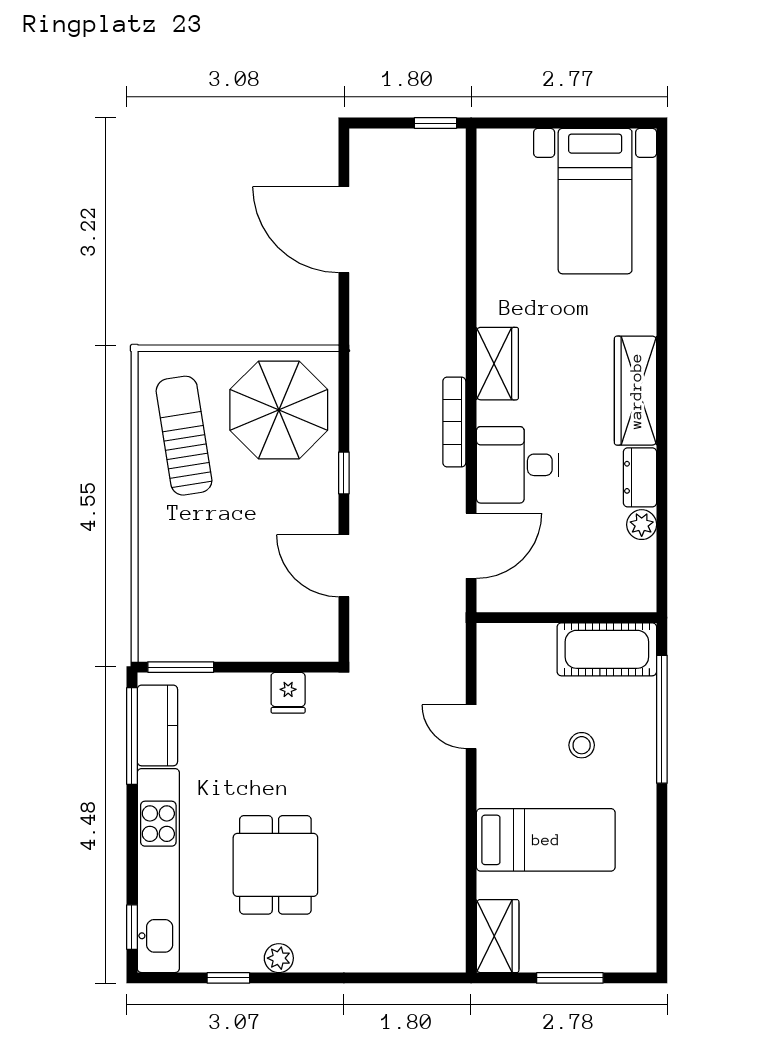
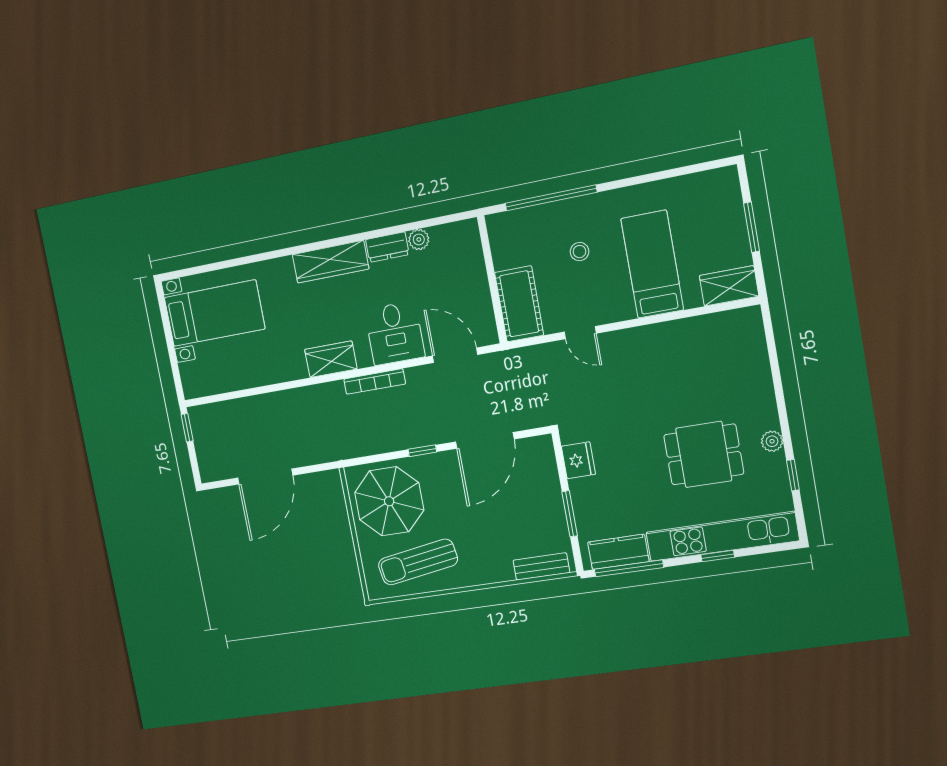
door: (344, 566) -> (485, 440), width x1.36
bench: (152, 614) -> (541, 566), added
cot: (607, 649) -> (519, 304), moved
window: (181, 667) -> (570, 514), moved
fridge: (288, 693) -> (578, 460), width x1.38
door: (471, 727) -> (580, 333), hinge flipped
window: (132, 927) -> (718, 556), moved

